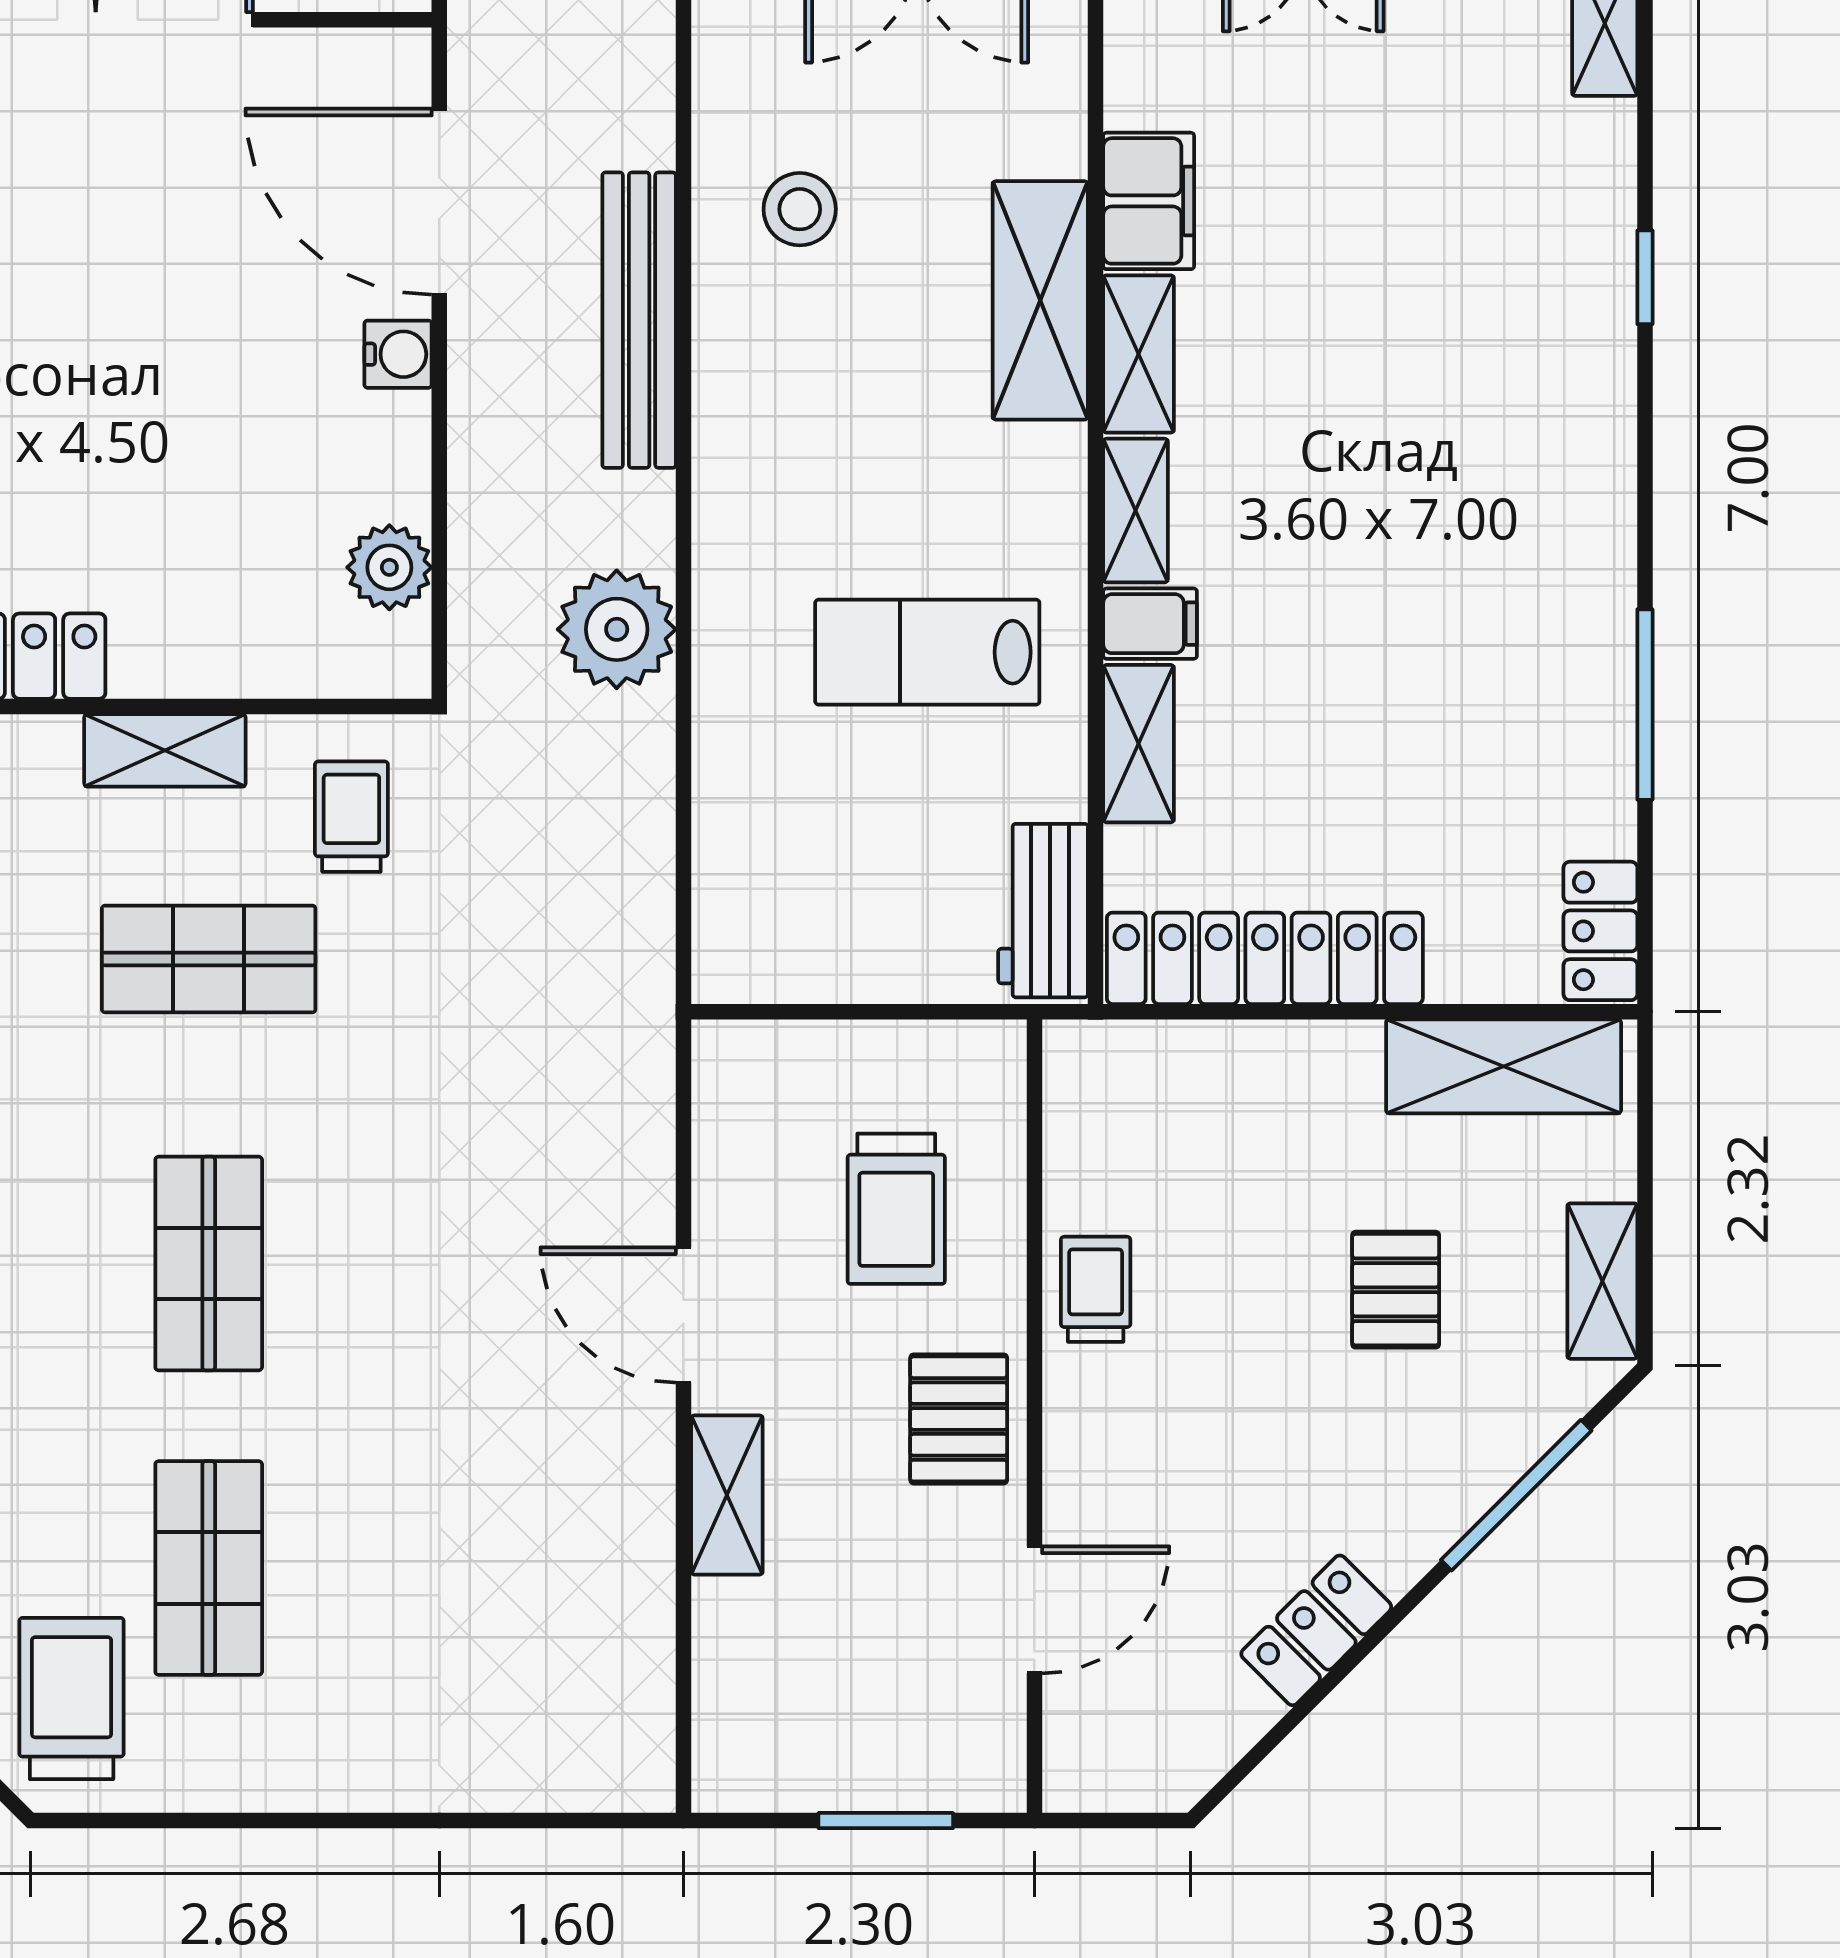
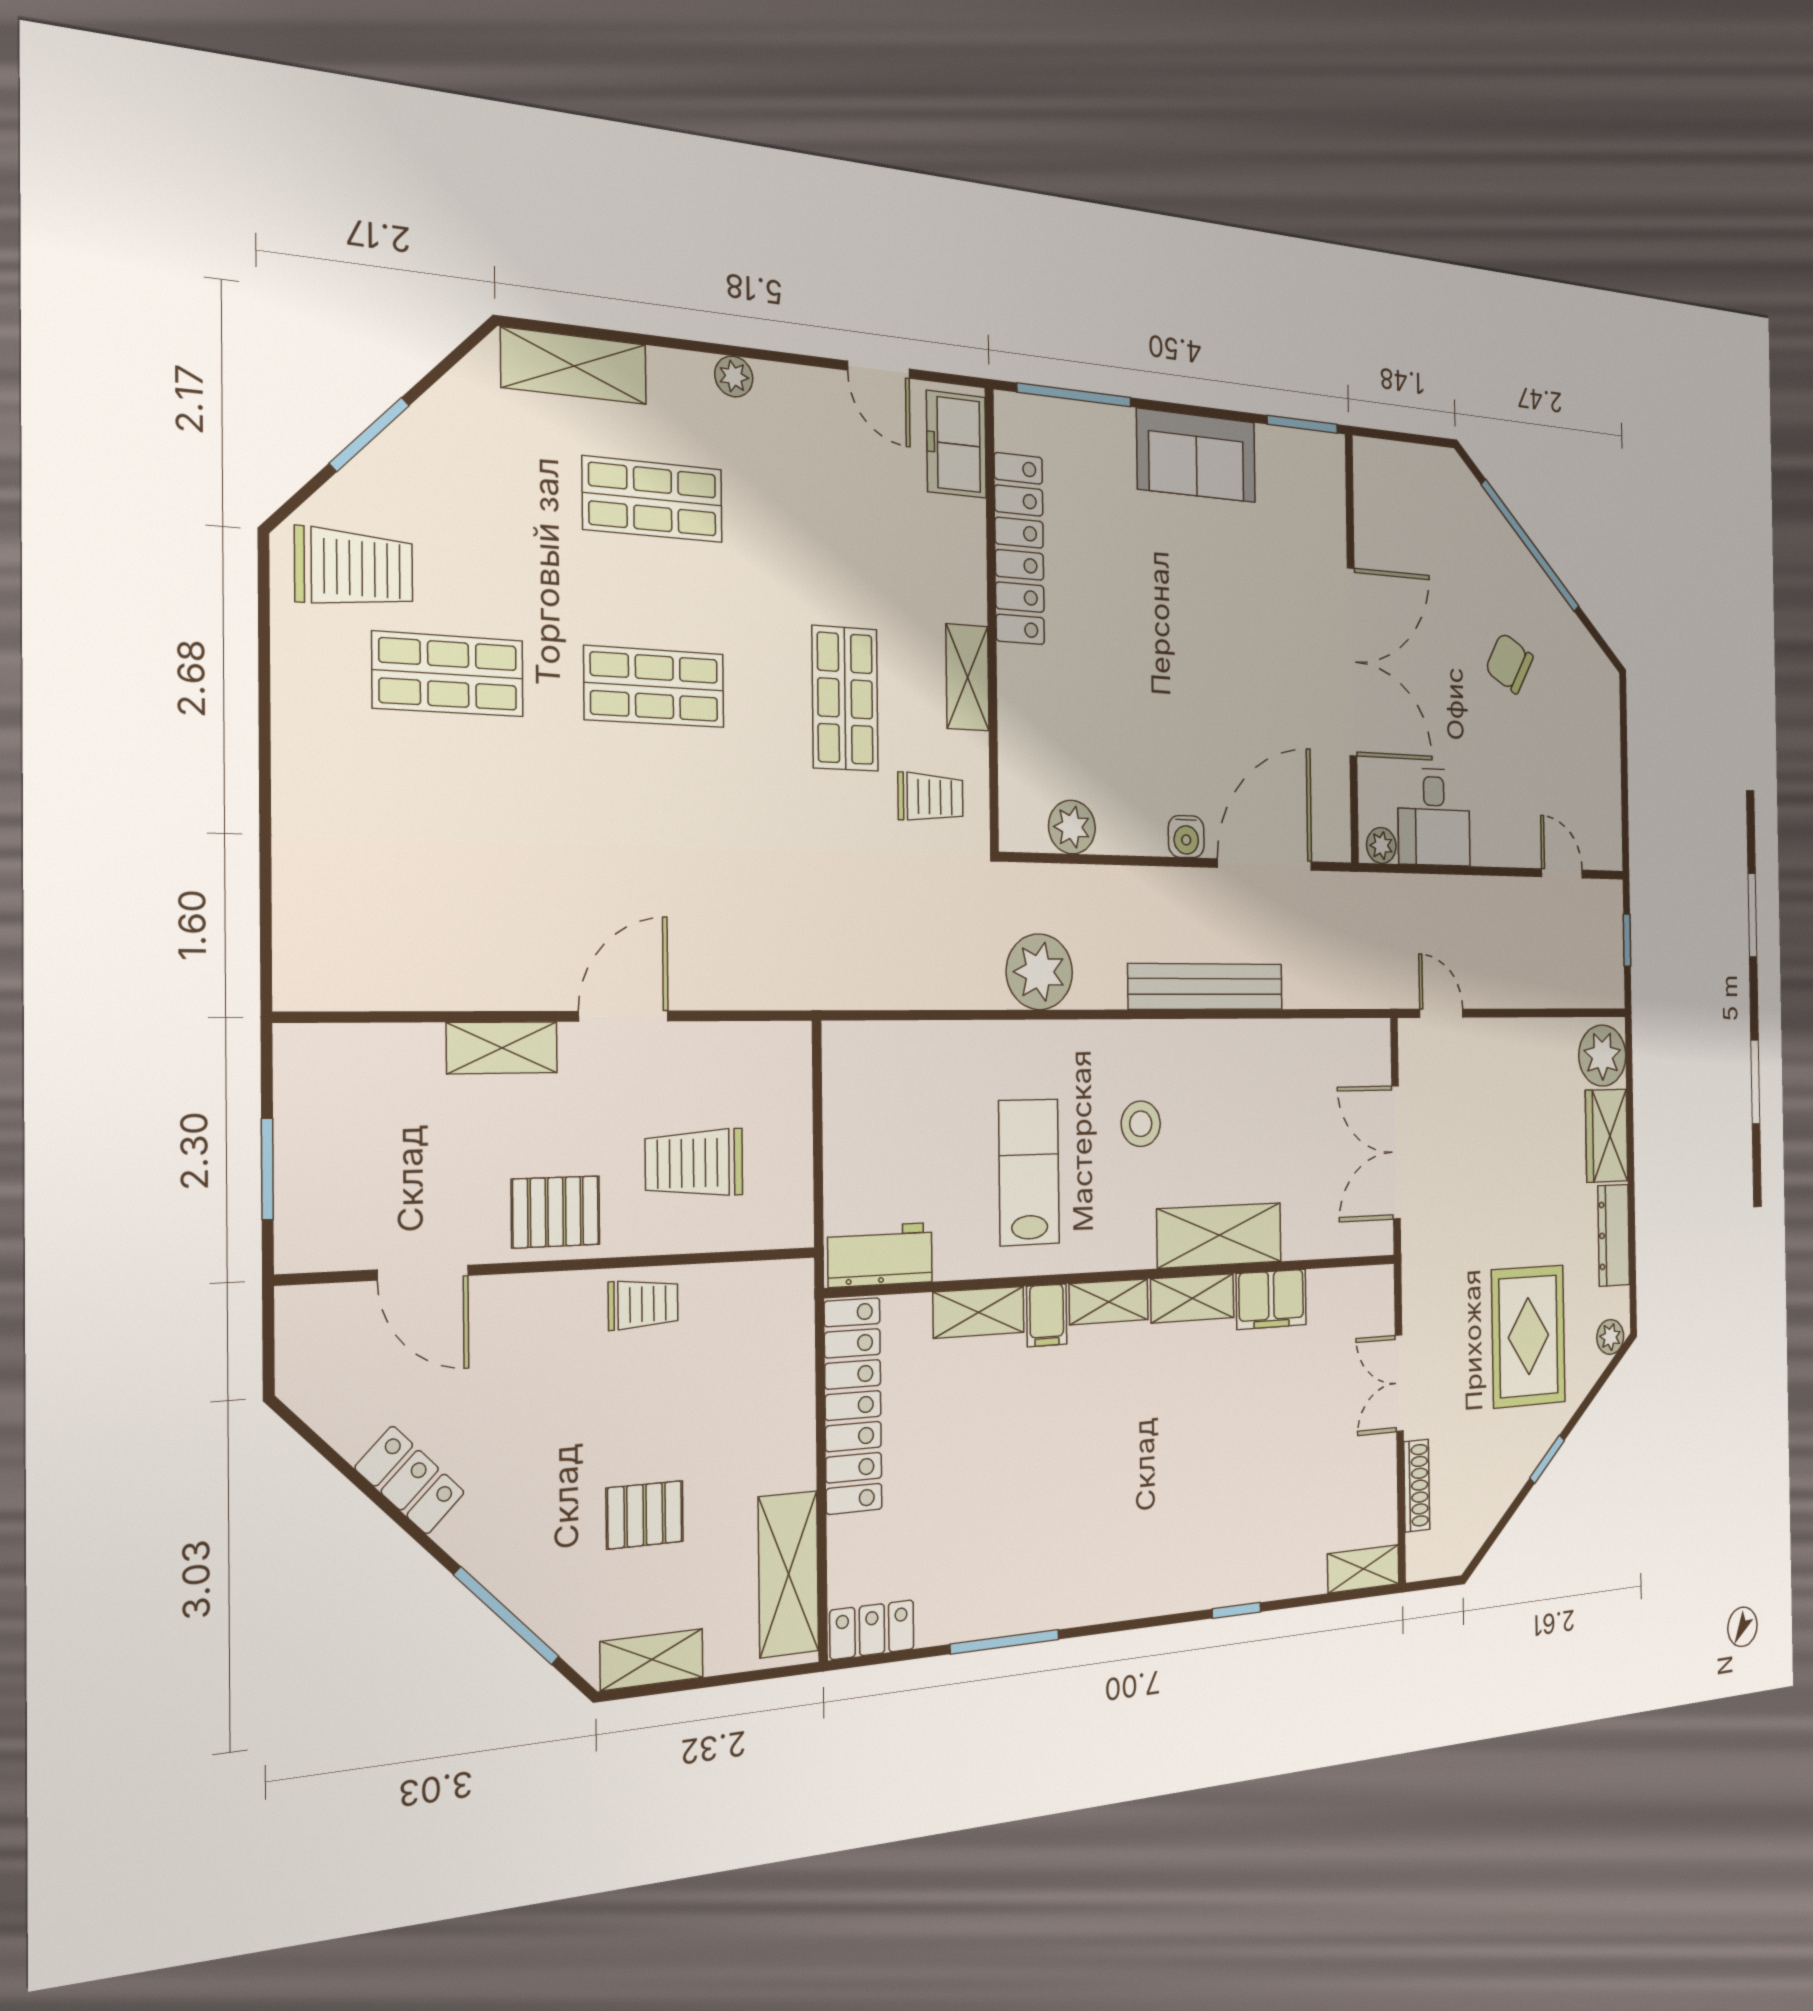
stool: (800, 209) -> (1141, 1124), moved

